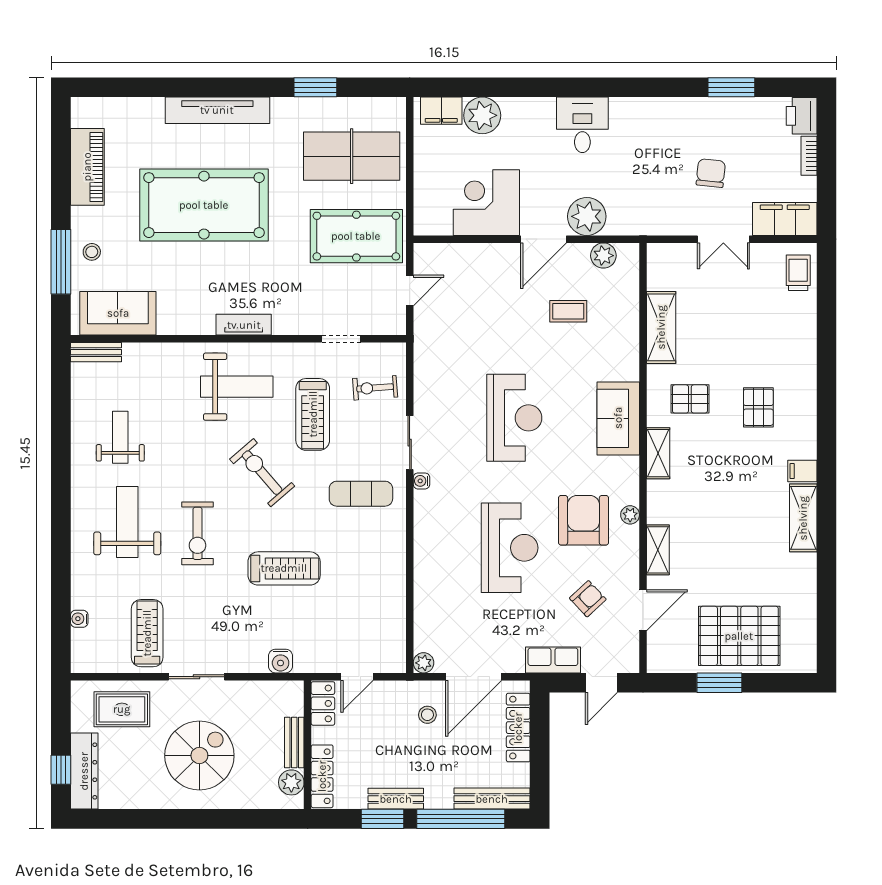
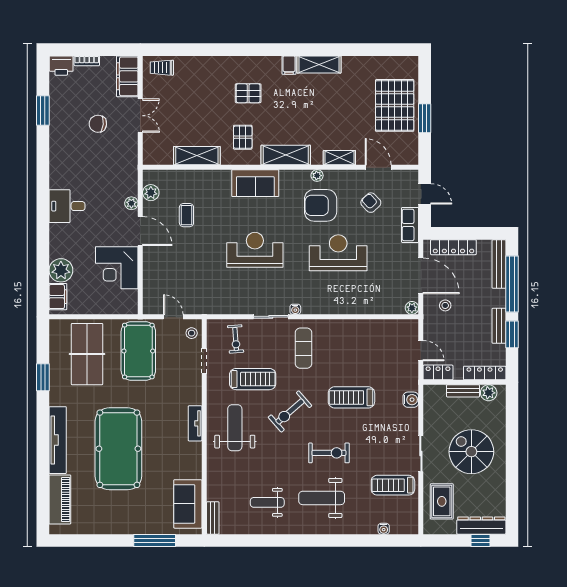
piano: (87, 167) -> (60, 499), moved, turned 90
plant: (587, 216) -> (131, 203), width x0.53, depth x0.53
stool: (92, 252) -> (192, 333), moved
shelving: (658, 453) -> (286, 155), width x1.50, depth x1.33
treadmill: (284, 568) -> (351, 397), turned -90

